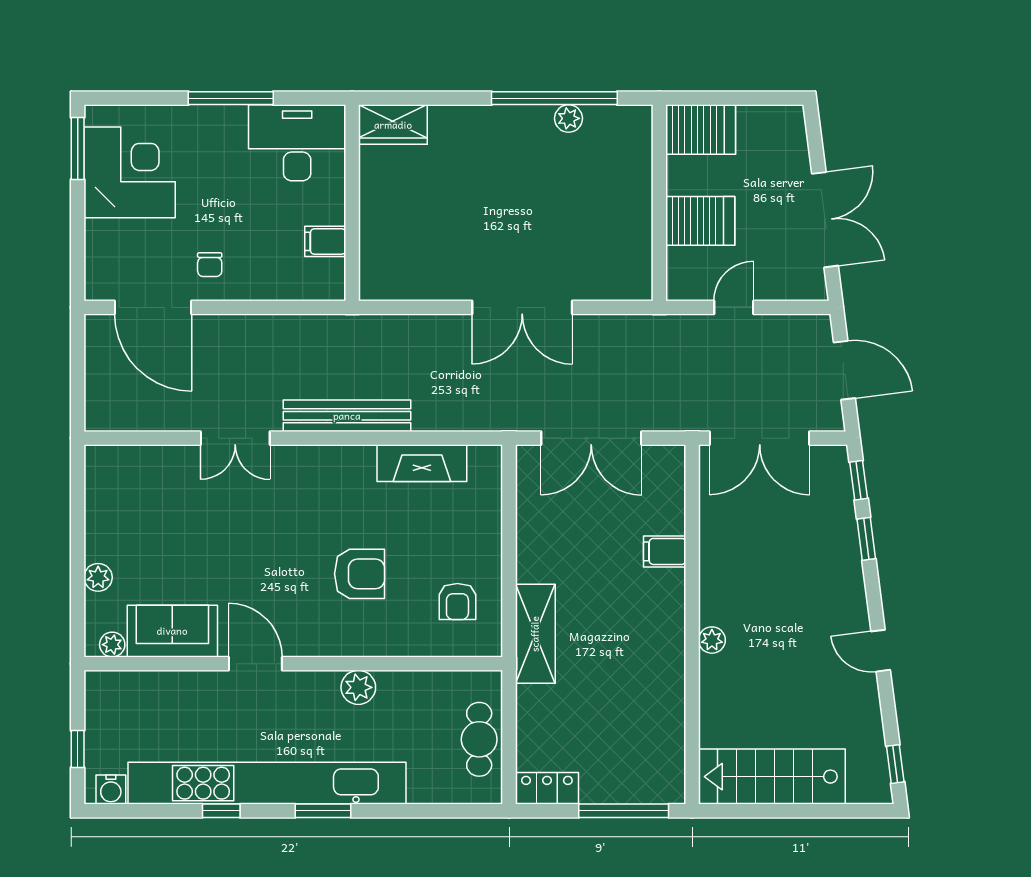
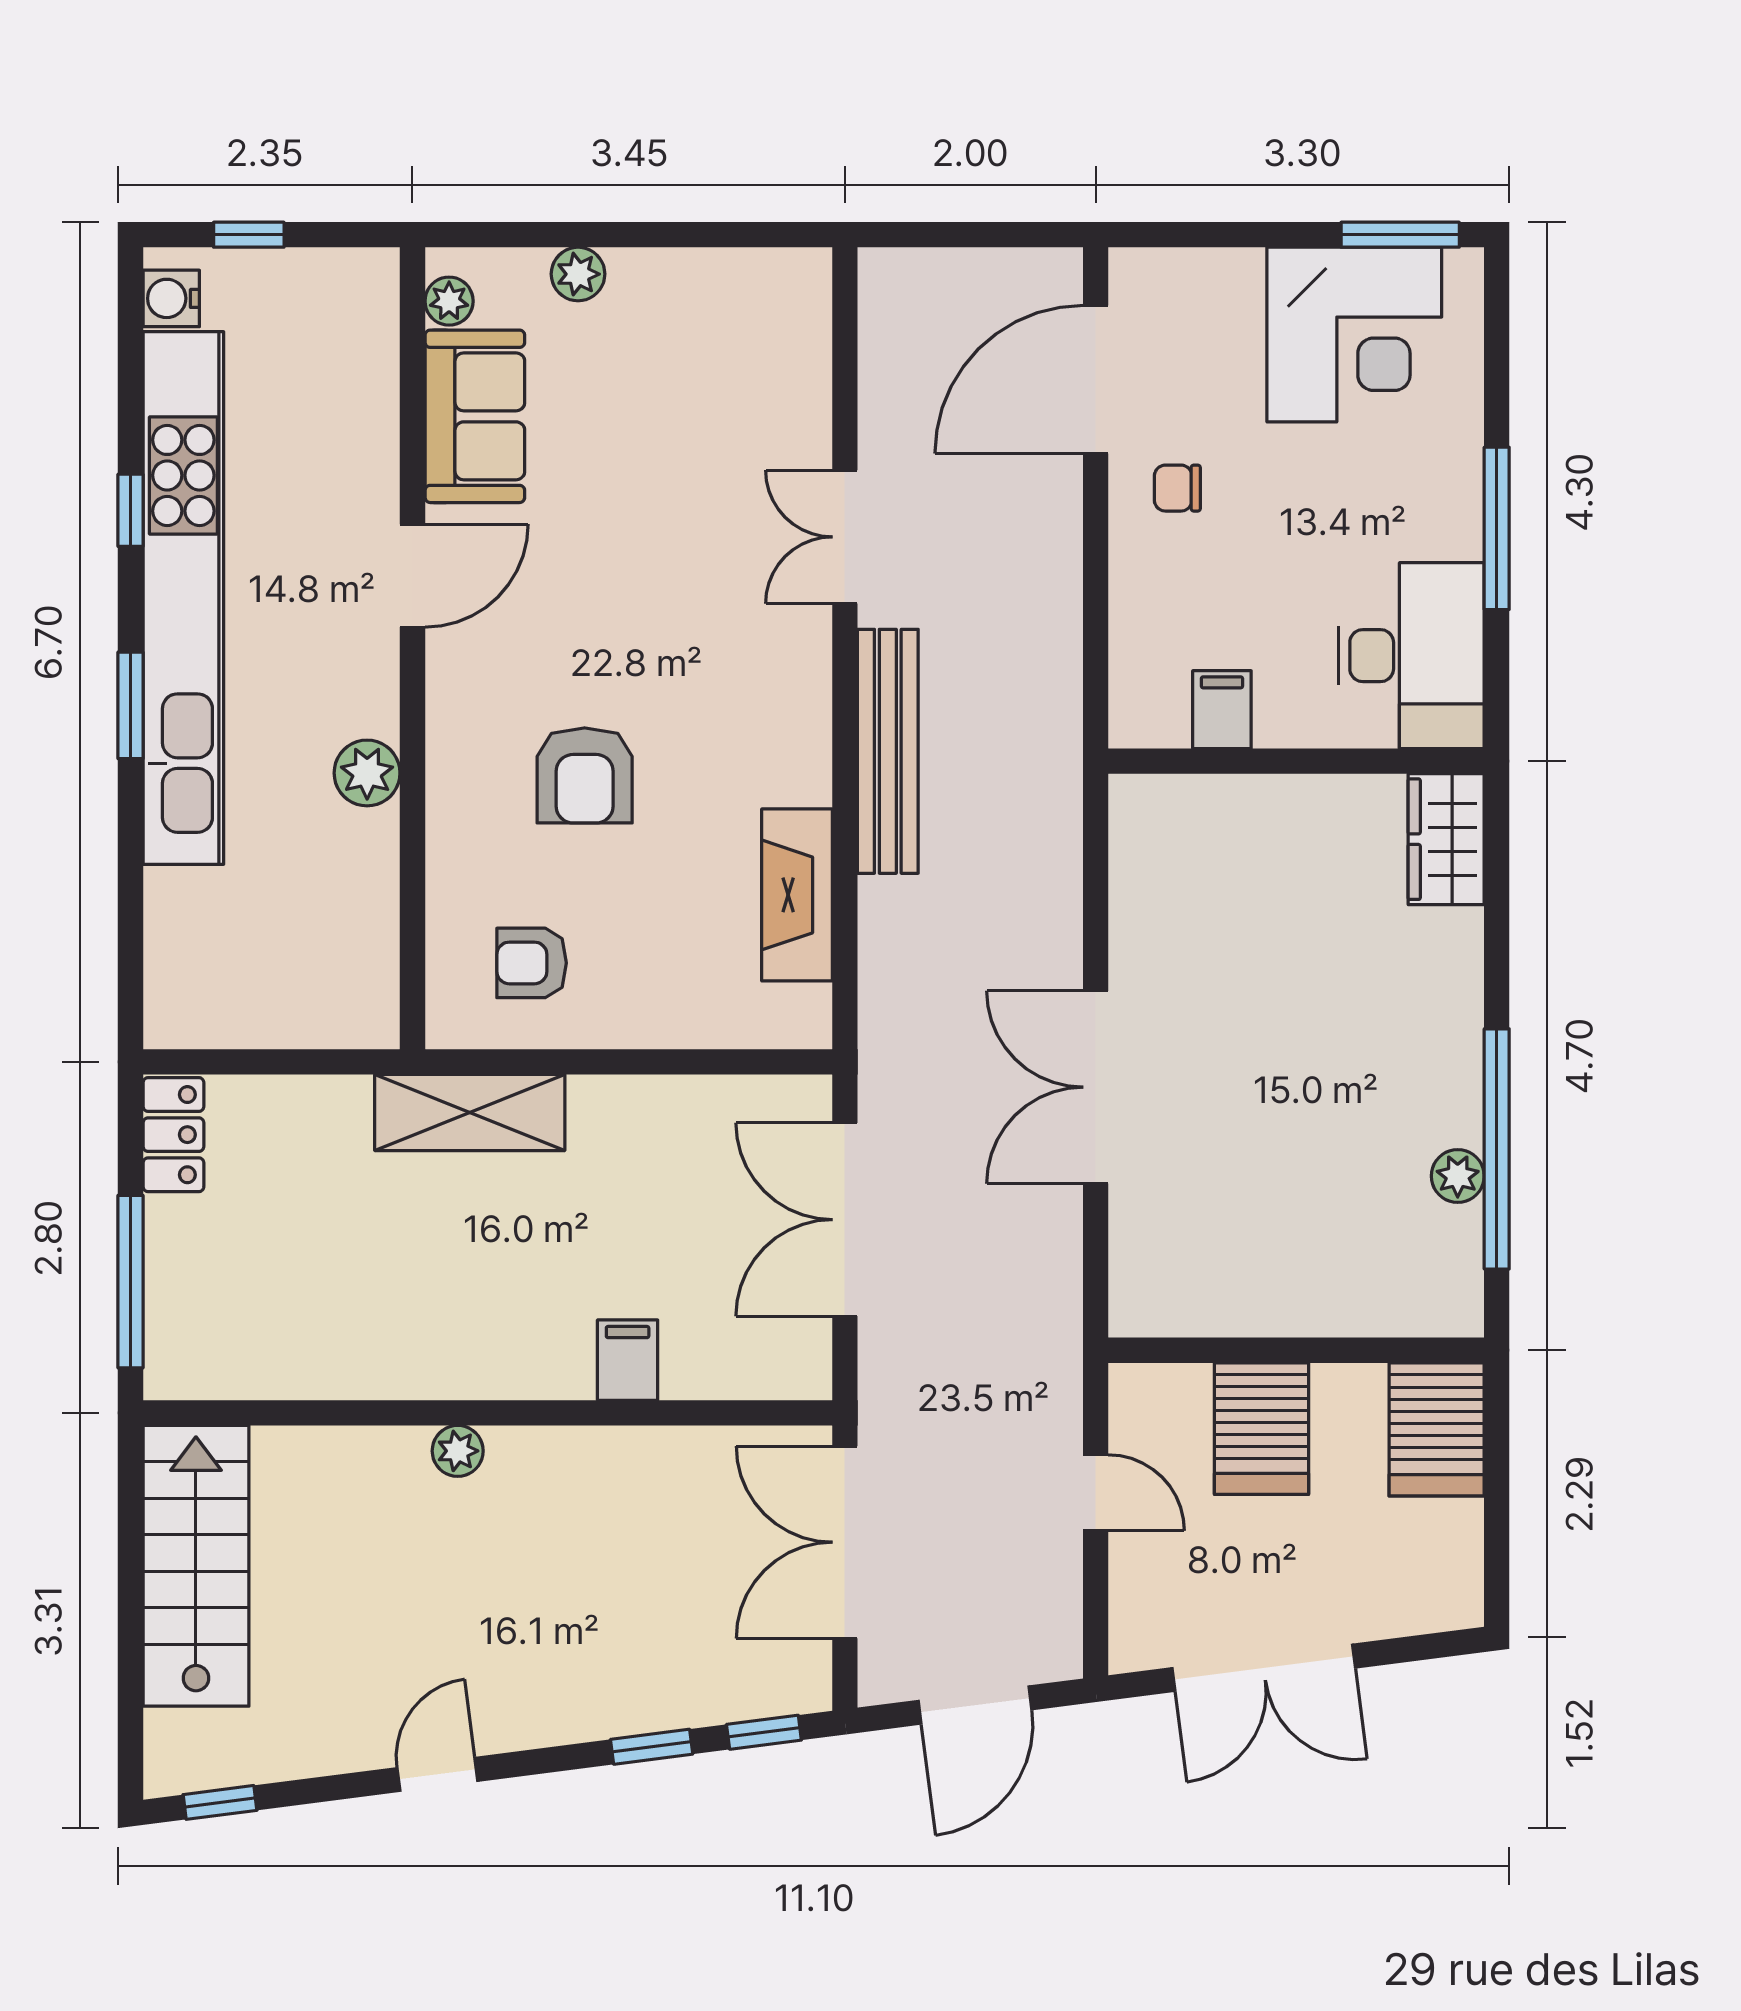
cafe table: (479, 739) -> (267, 1005), removed

